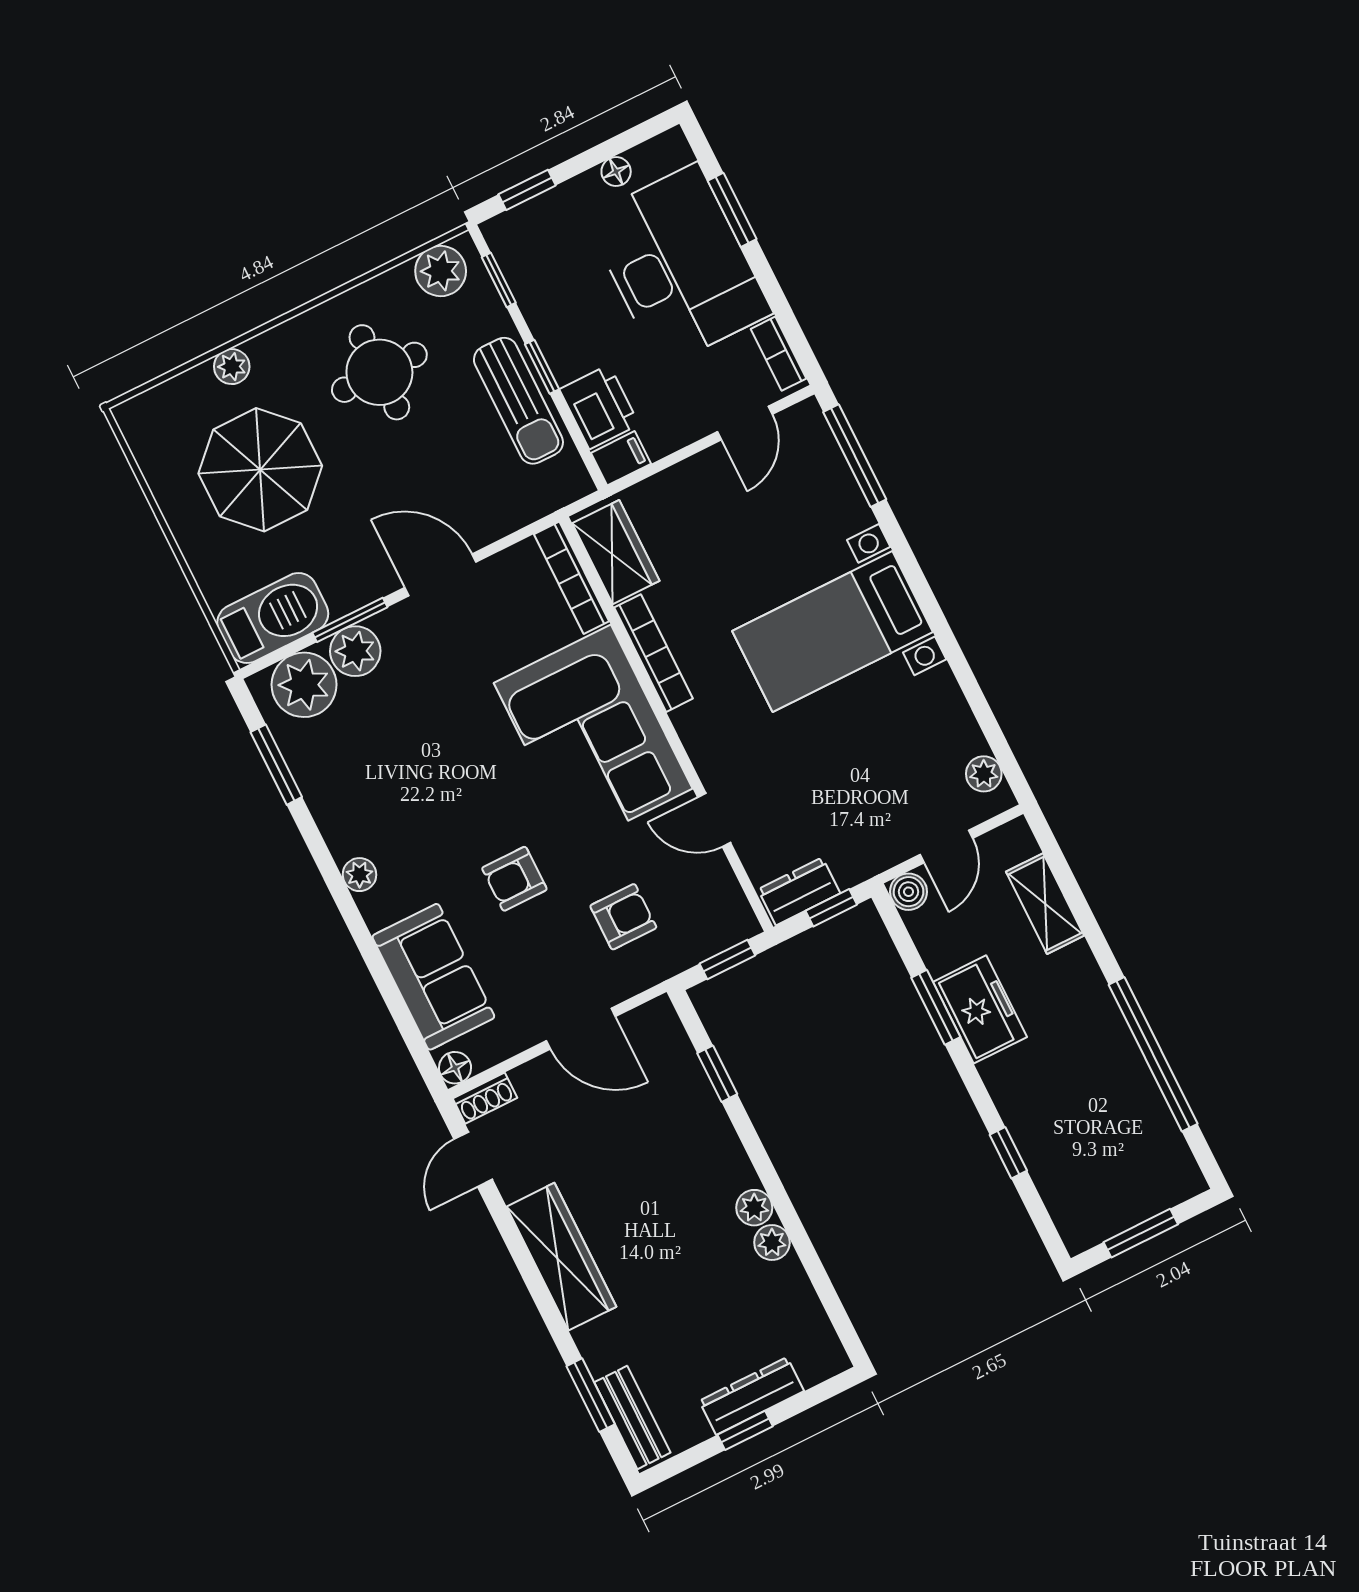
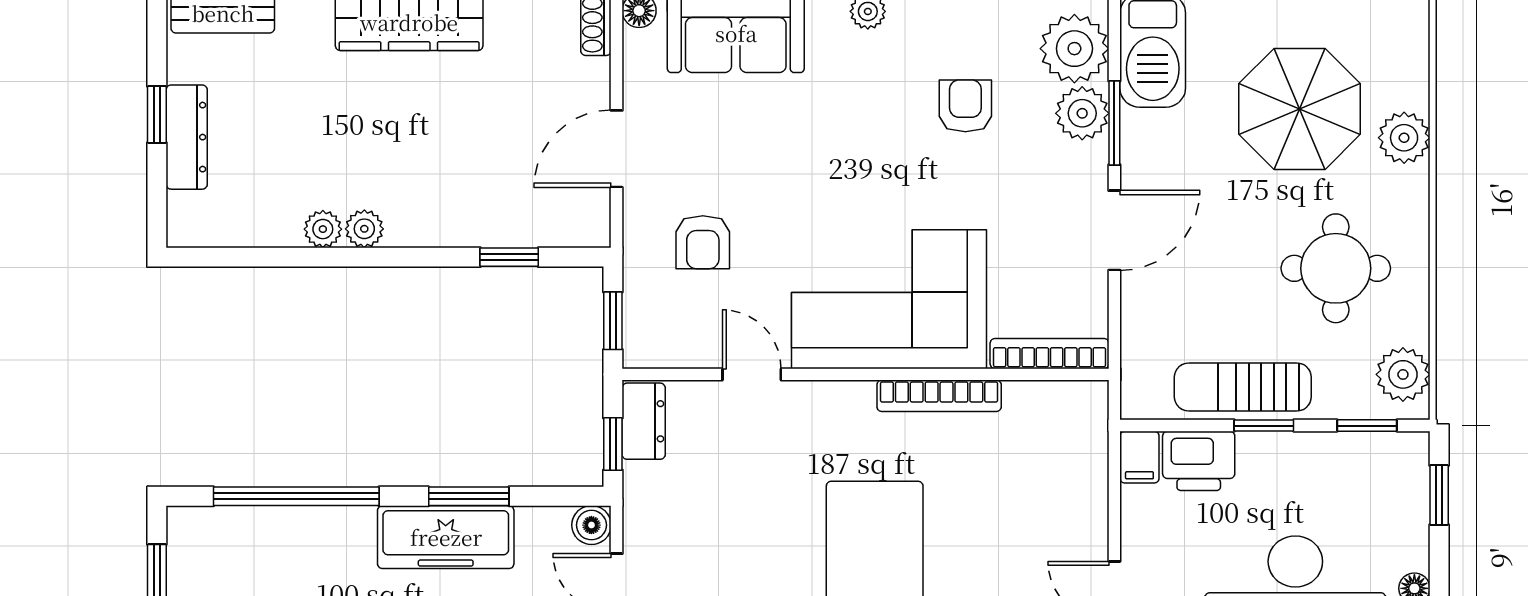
plant: (232, 367) -> (1404, 138), width x1.38, depth x1.38
wardrobe: (616, 552) -> (1053, 408), removed
door: (714, 820) -> (752, 374), hinge flipped
armchair: (514, 879) -> (965, 106), moved
freezer: (980, 1009) -> (446, 537), width x1.40
window: (1008, 1153) -> (296, 496), width x3.17

